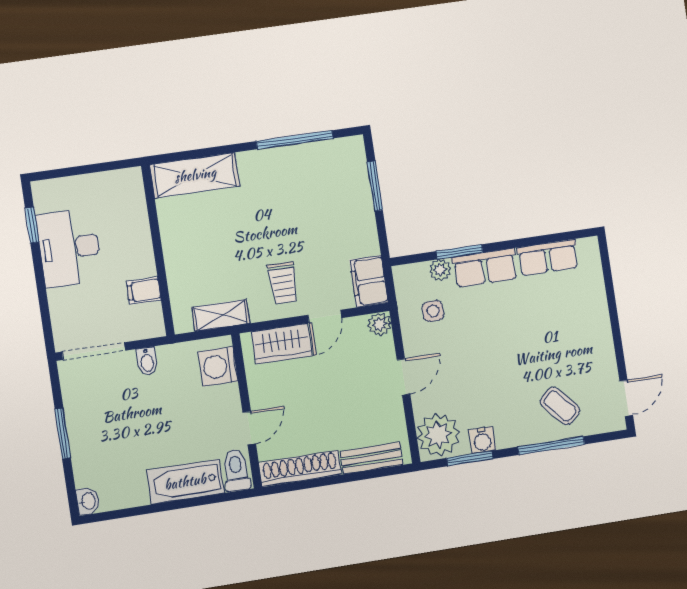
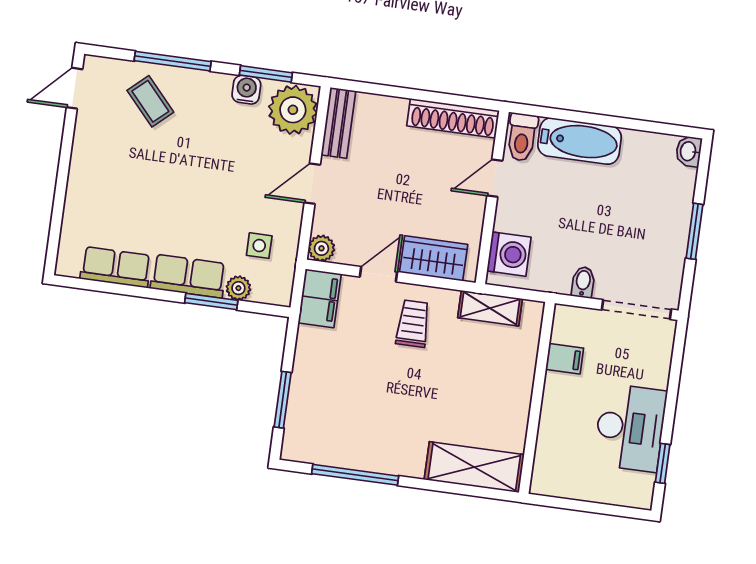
bench: (372, 458) -> (338, 123), moved, turned 90

